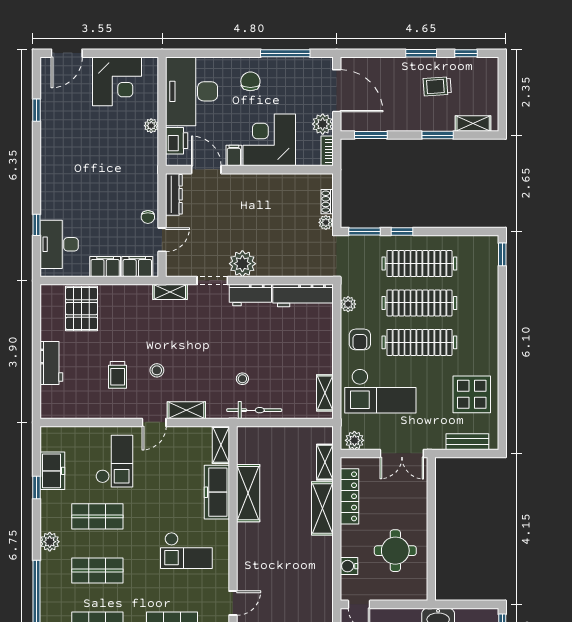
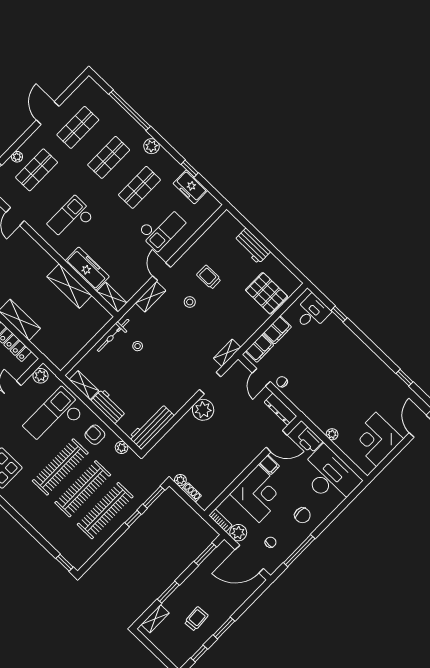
chair: (303, 86) -> (271, 542), added
desk: (59, 244) -> (312, 313), width x0.73
workbench: (250, 295) -> (109, 406), moved, turned 90
checkout: (114, 461) -> (162, 228), turned -90
shelving: (325, 462) -> (44, 347), removed

